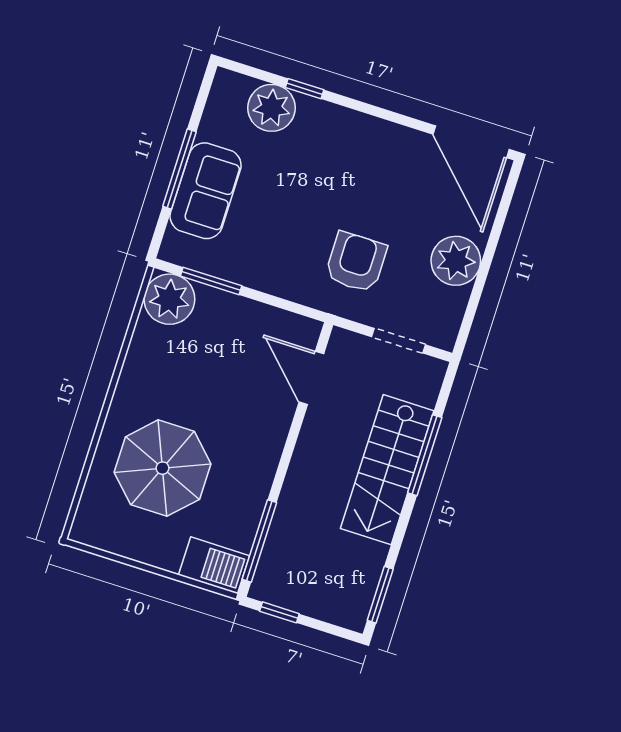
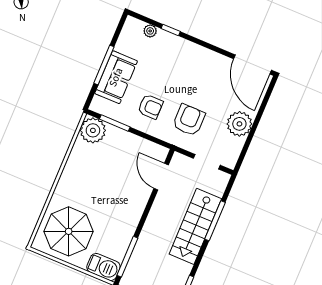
plant: (271, 108) -> (150, 31), width x0.53, depth x0.53
armchair: (278, 243) -> (150, 107), added
parasol: (163, 468) -> (69, 231), moved

